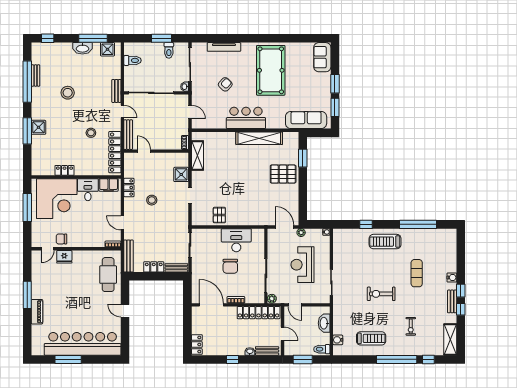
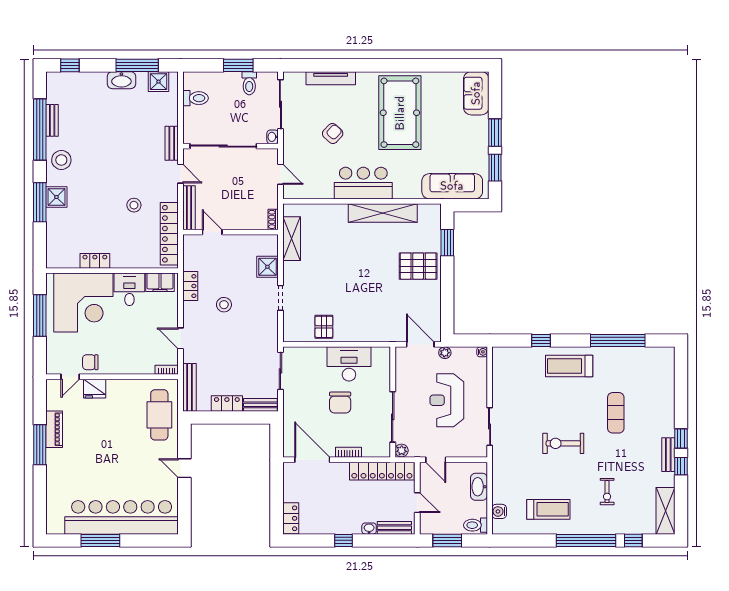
stool: (68, 93) -> (61, 160), moved
water cooler: (452, 278) -> (668, 419), removed
piano: (37, 312) -> (54, 429), moved

